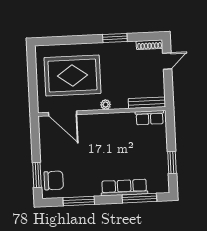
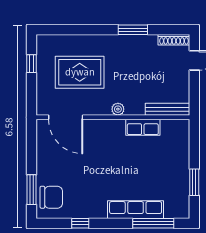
window: (32, 70) -> (32, 64), added
rug: (72, 75) -> (80, 72), width x0.73, depth x0.69
row of seats: (150, 118) -> (143, 127), moved
window: (79, 201) -> (80, 223), width x0.46

